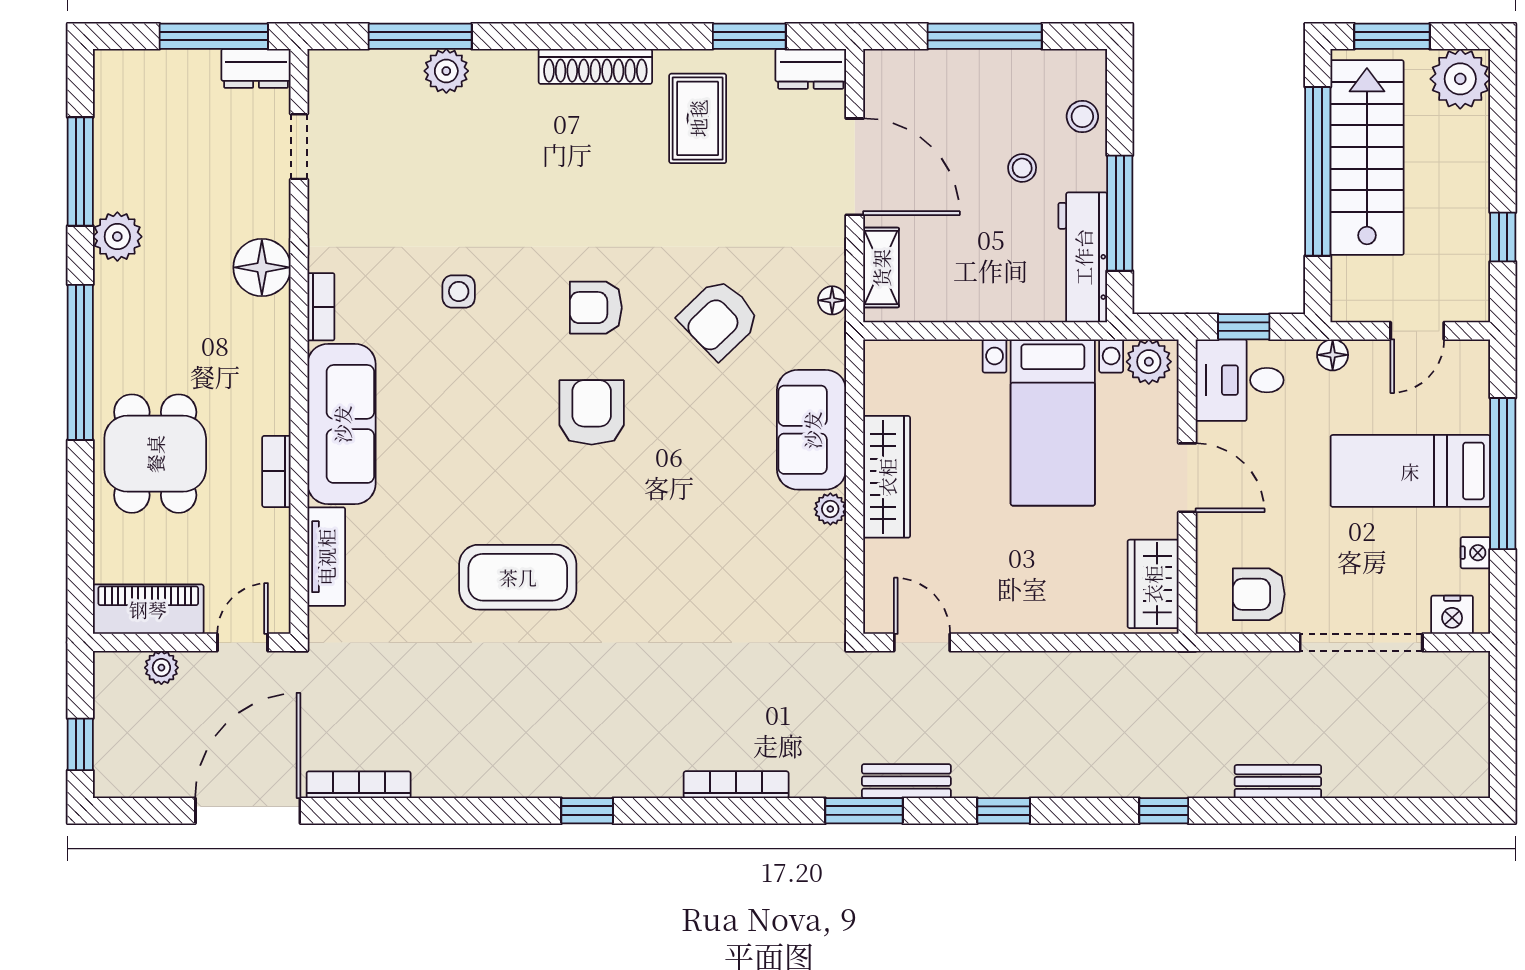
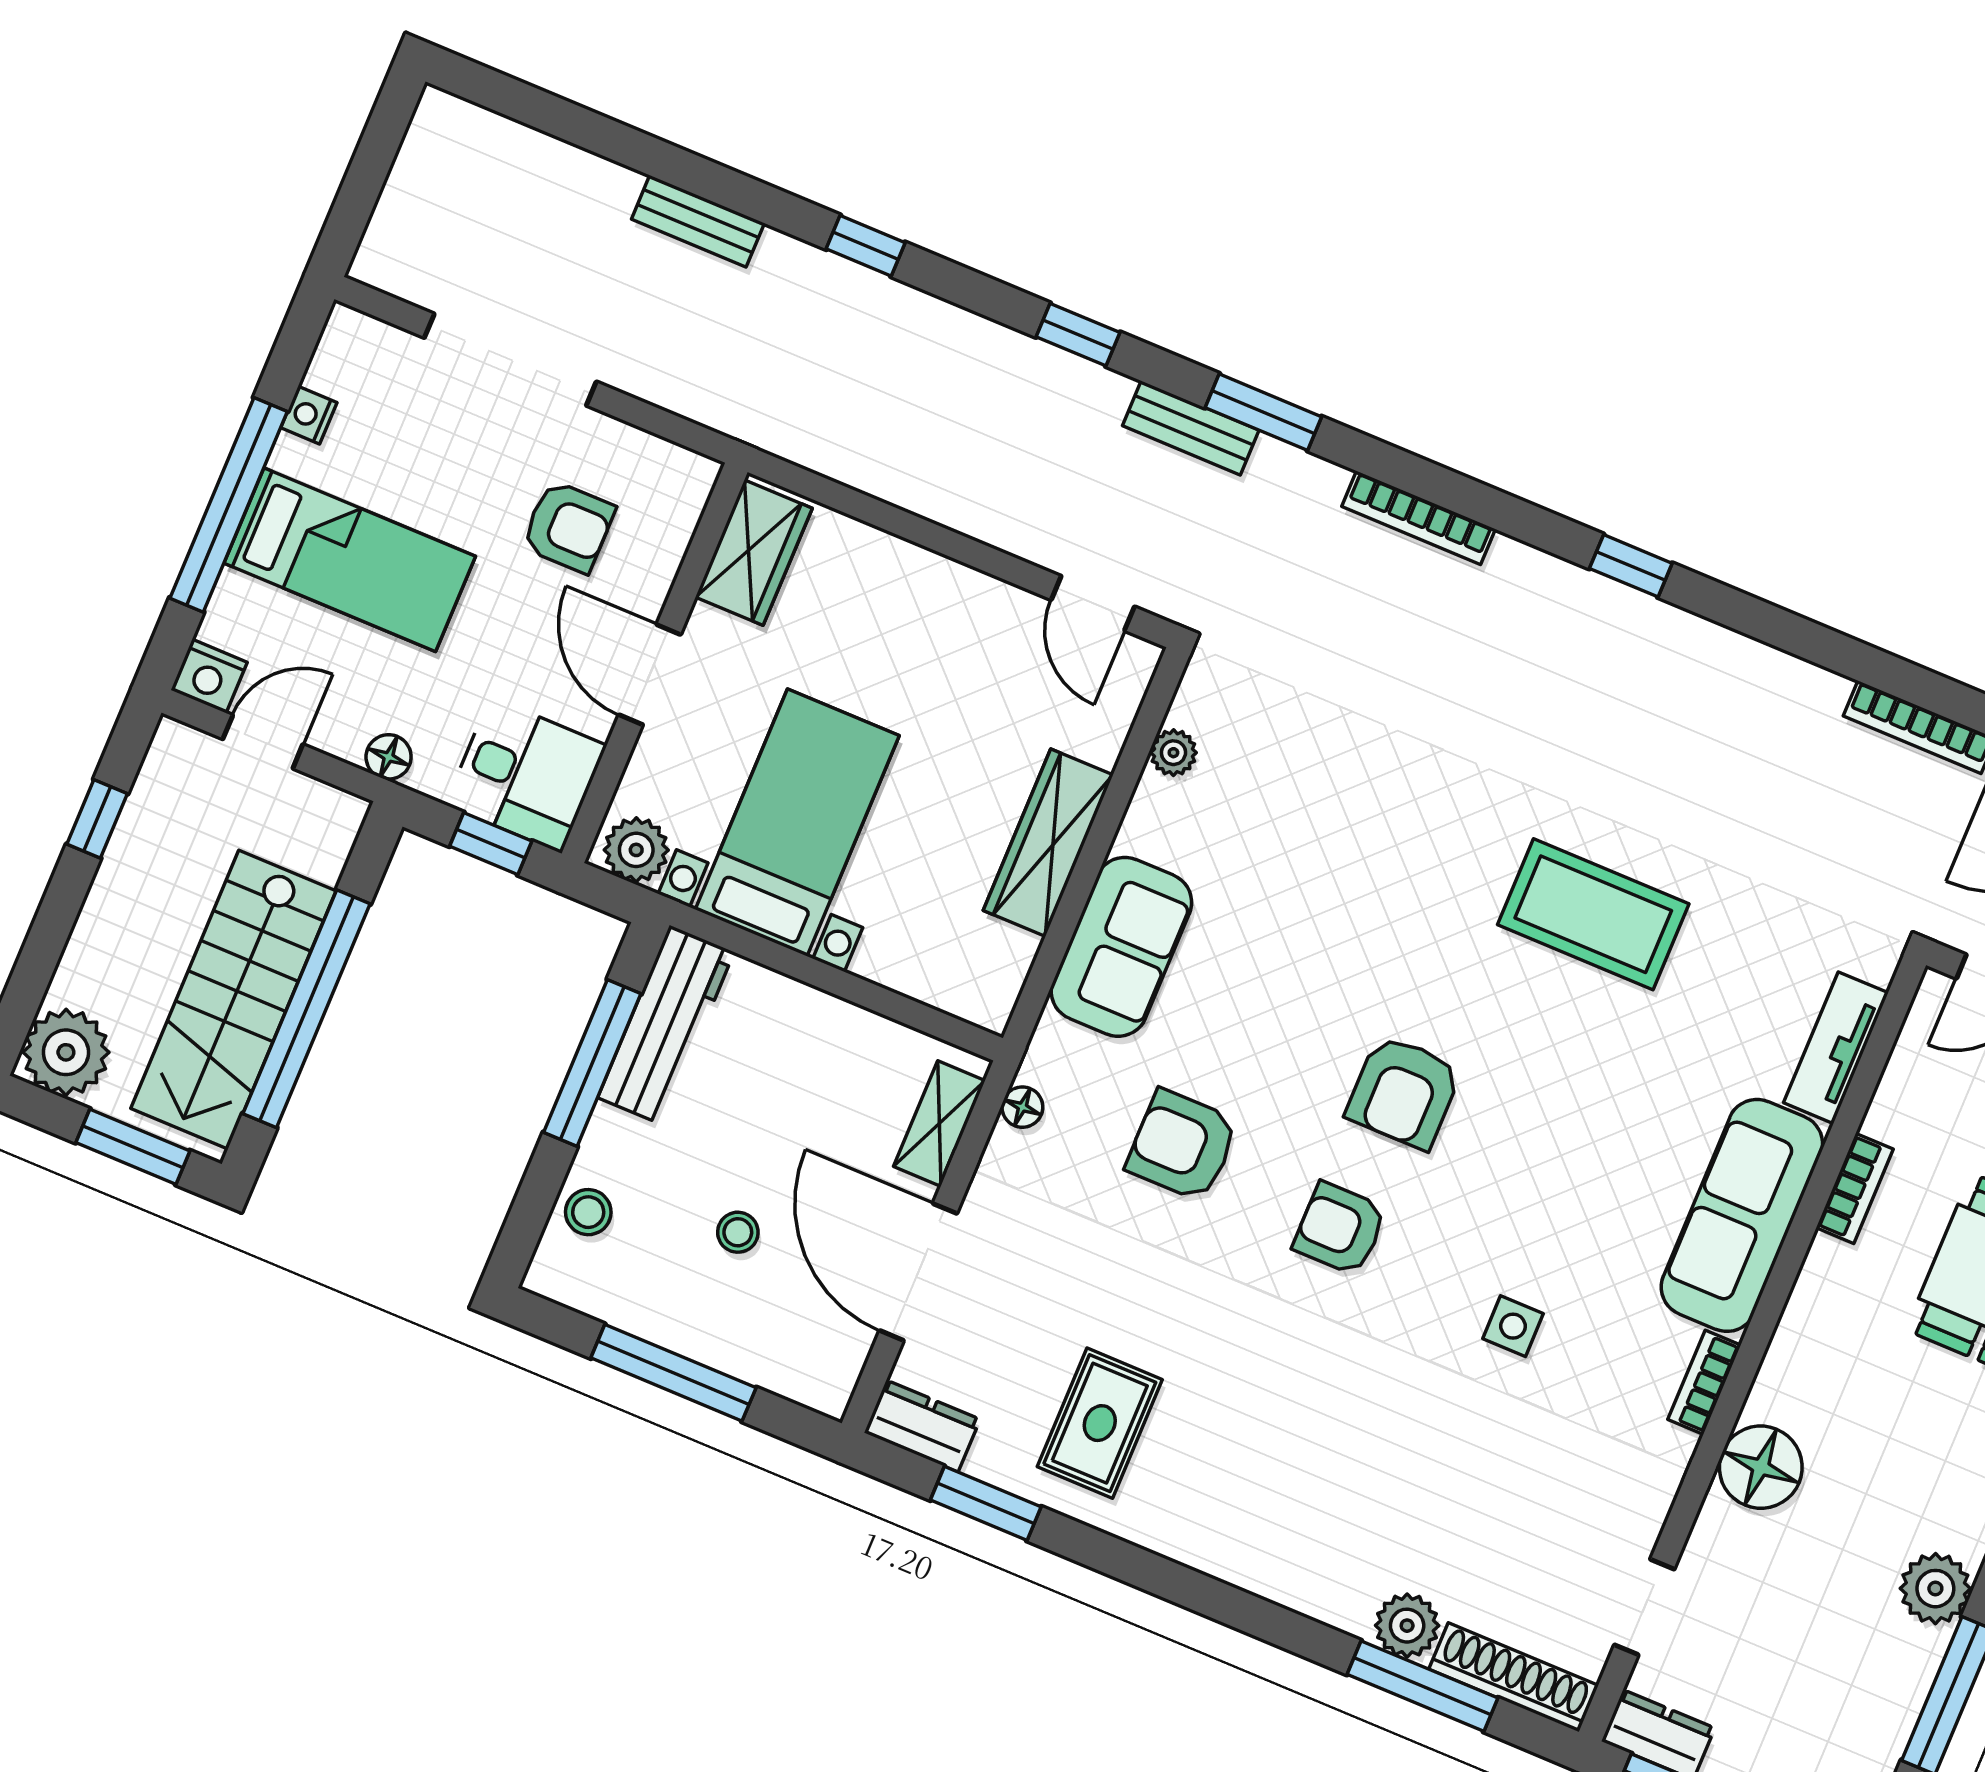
shoe rack: (595, 66) -> (1513, 1677), moved
stool: (1022, 168) -> (738, 1232), moved
armchair: (596, 308) -> (1340, 1229), turned 180
armchair: (719, 319) -> (1182, 1145), turned -136
plant: (830, 509) -> (1173, 753), moved
armchair: (1259, 594) -> (568, 527), moved
nightstand: (1452, 615) -> (209, 676), moved, turned 180

